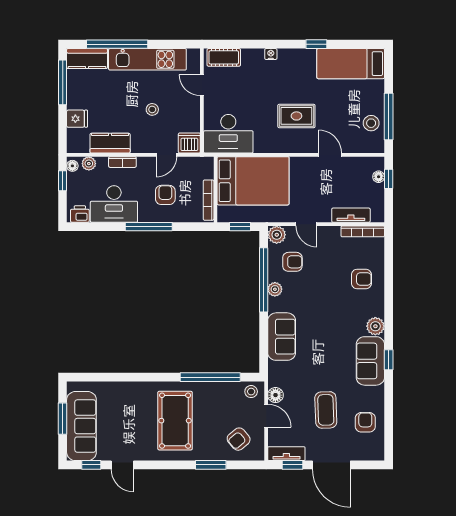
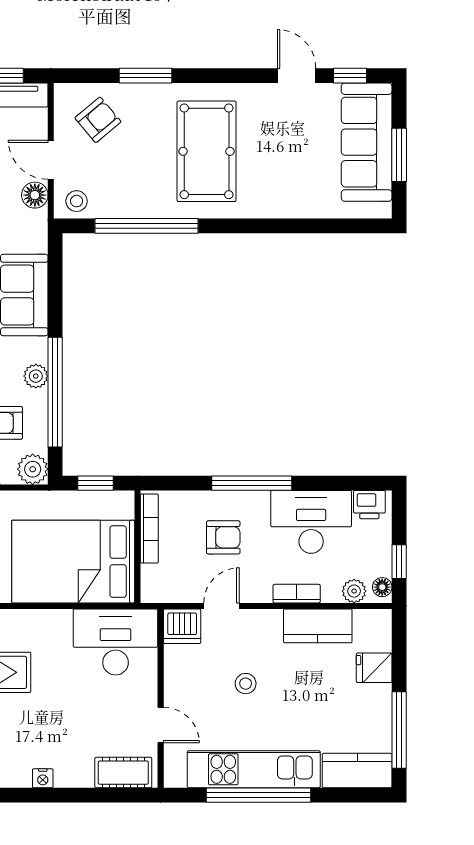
window: (117, 44) -> (259, 795), moved
armchair: (165, 195) -> (223, 537), turned -90

